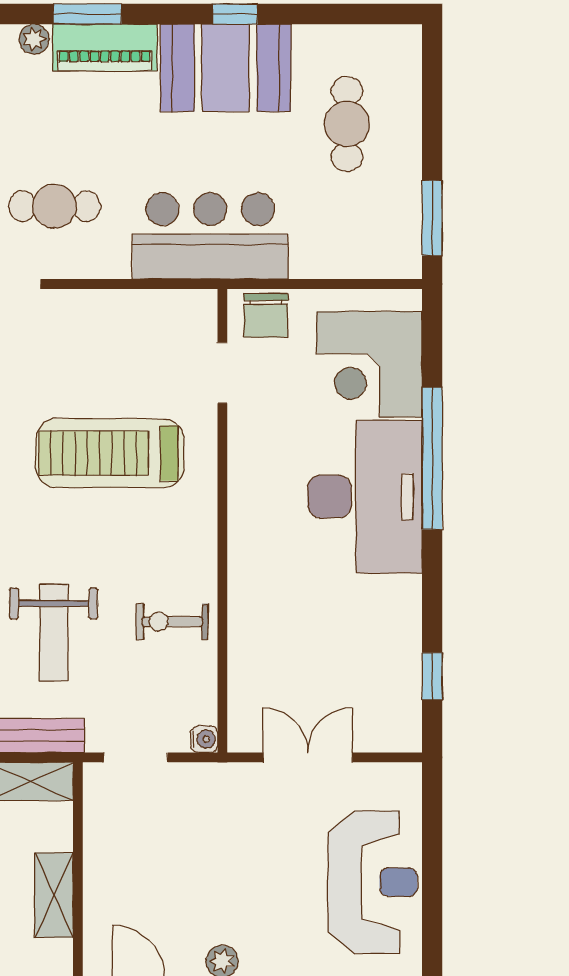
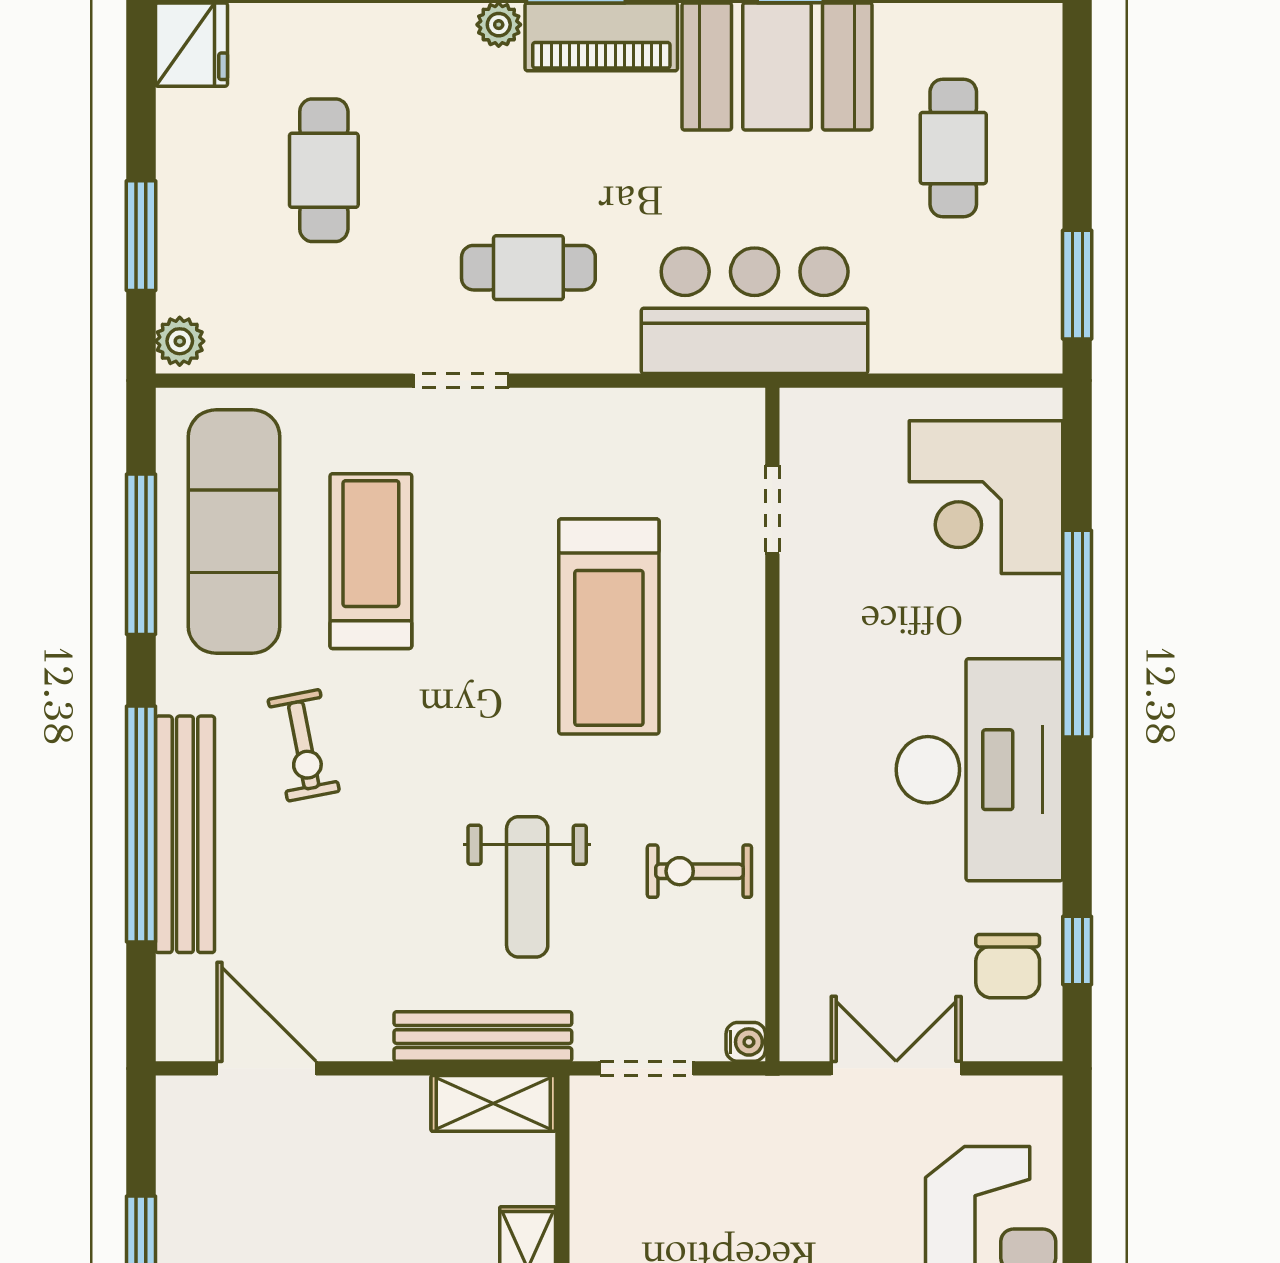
chair: (266, 315) -> (1008, 966), moved
treadmill: (110, 453) -> (609, 626), turned -90
desk: (365, 497) -> (979, 770), moved

